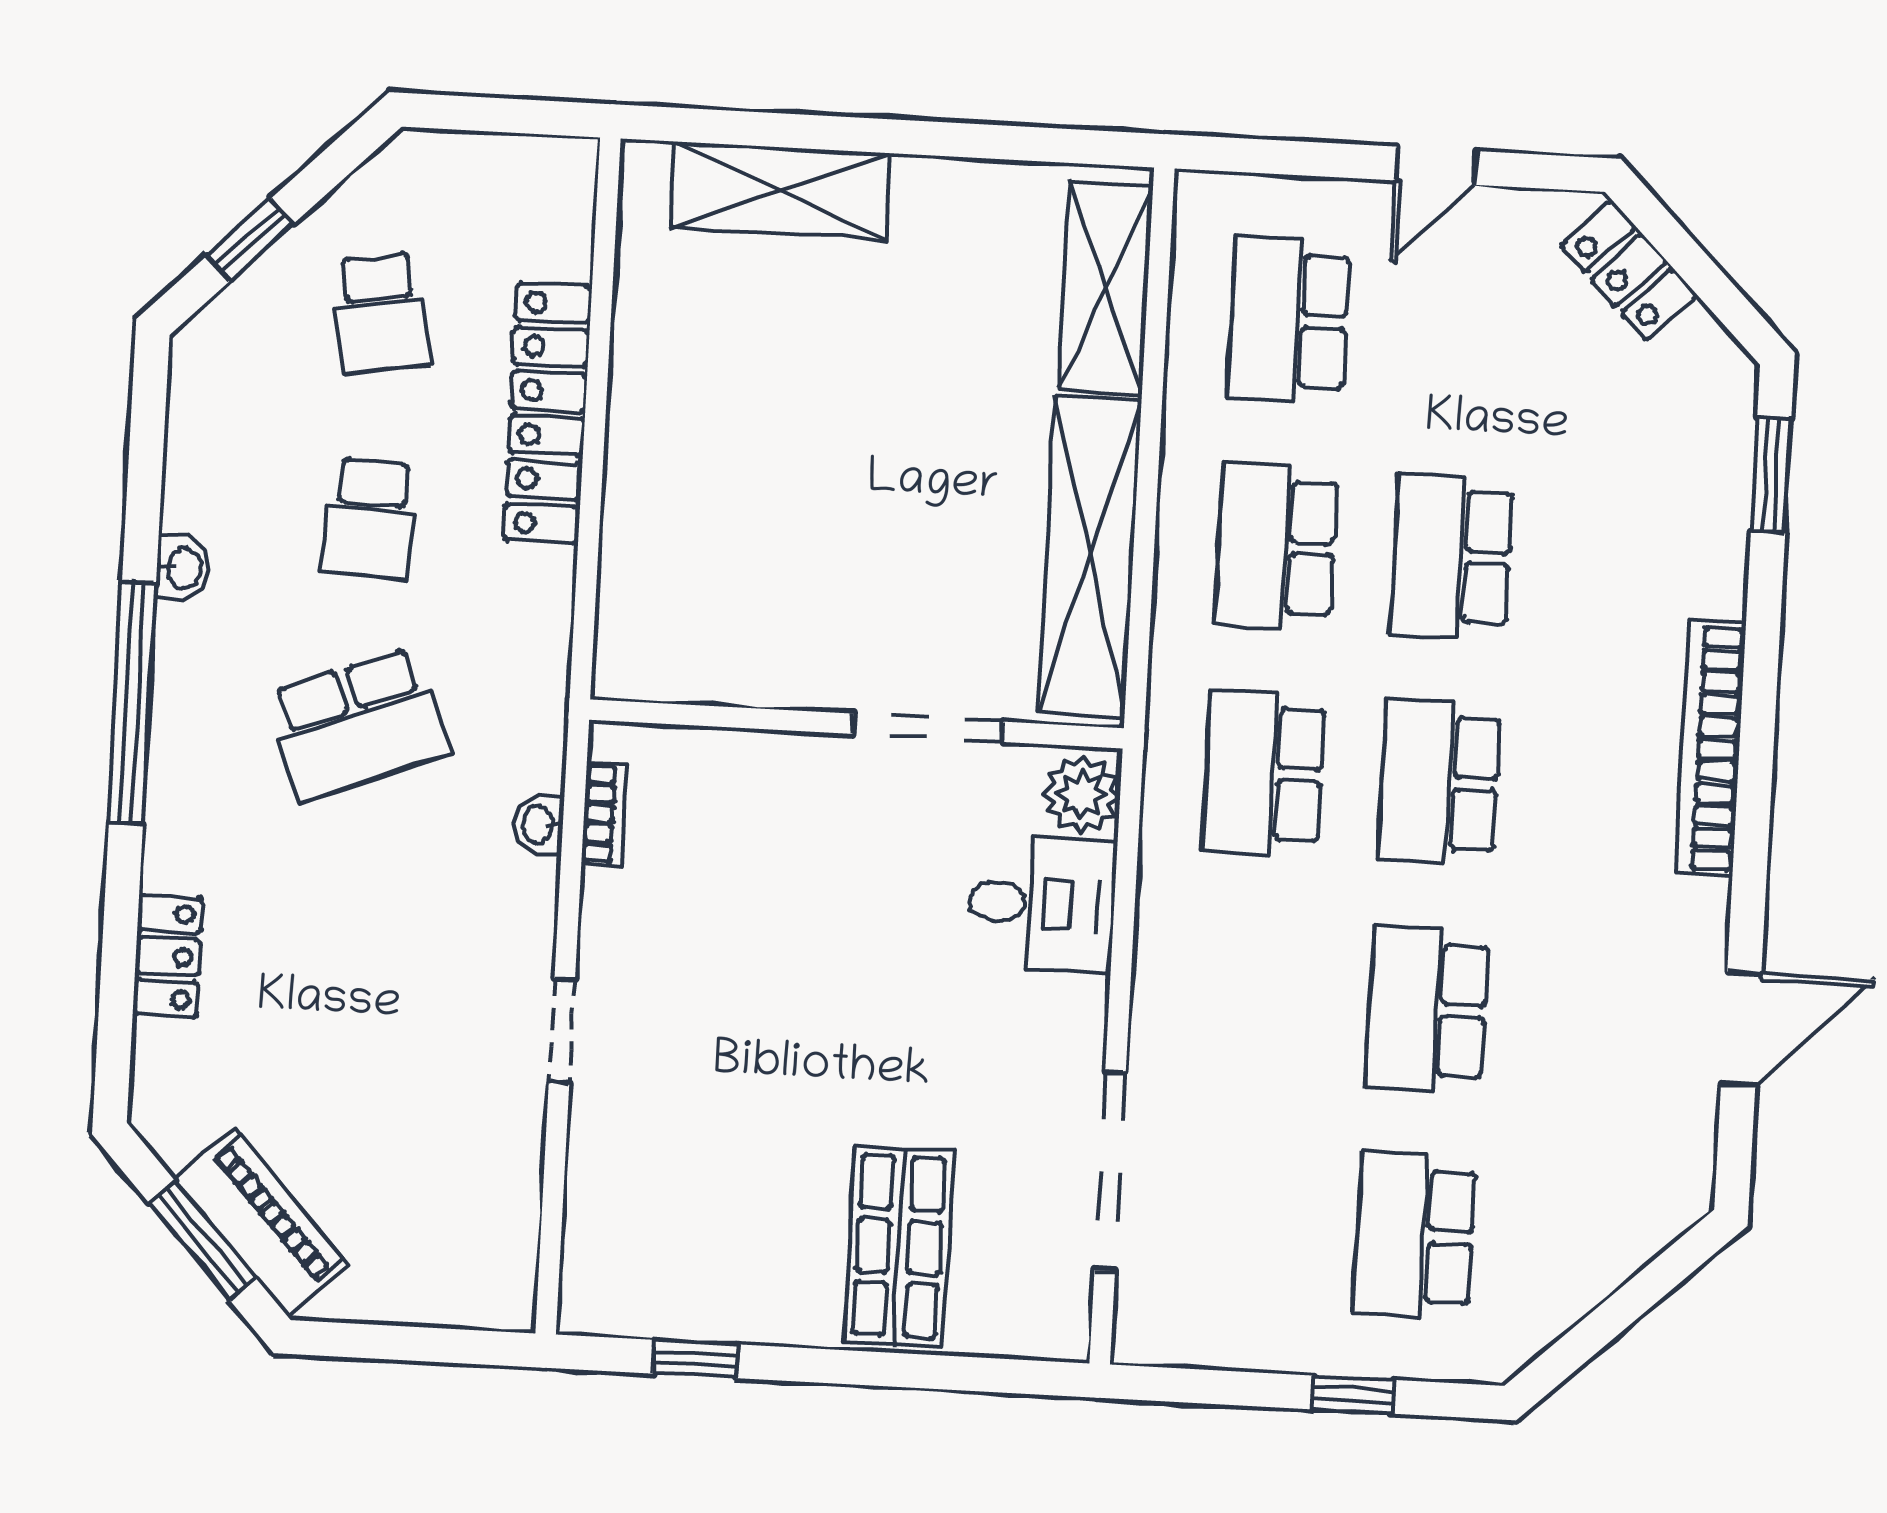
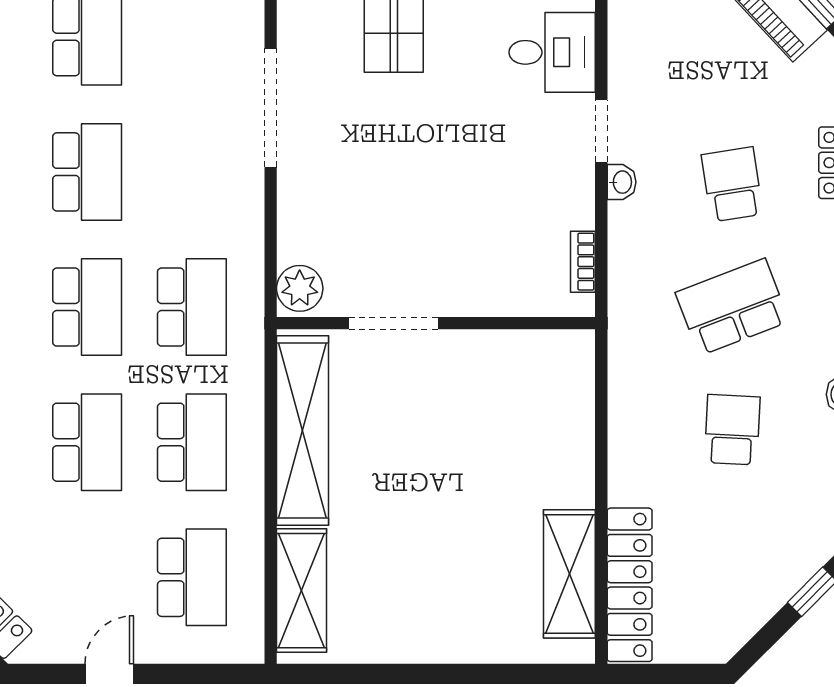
shelving: (780, 190) -> (569, 574), moved, turned 90
school desk: (381, 313) -> (732, 184), moved
locker: (548, 413) -> (630, 585), moved
washbasin: (539, 825) -> (622, 182), moved
desk: (1042, 904) -> (552, 52), moved, turned 180
doorway: (1110, 1171) -> (271, 108), moved

